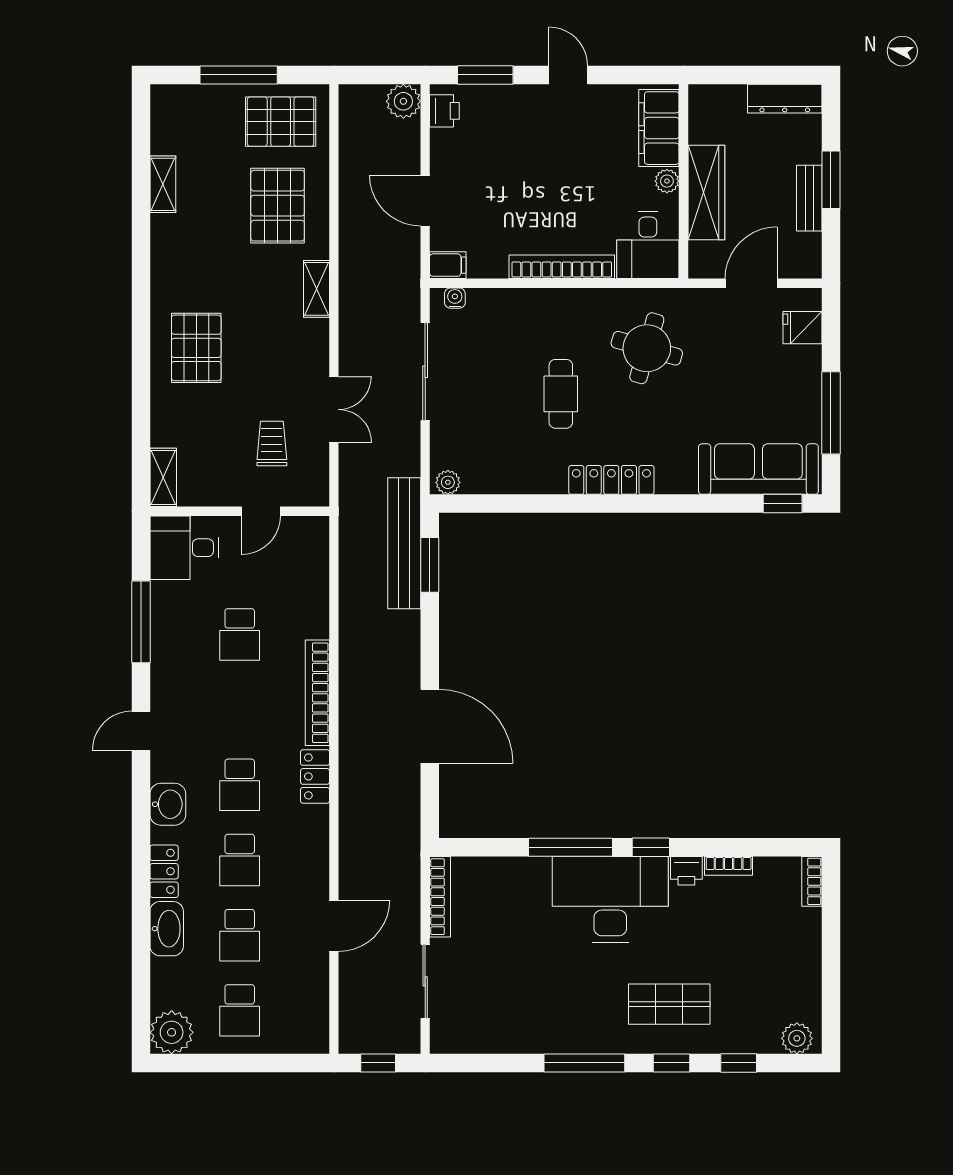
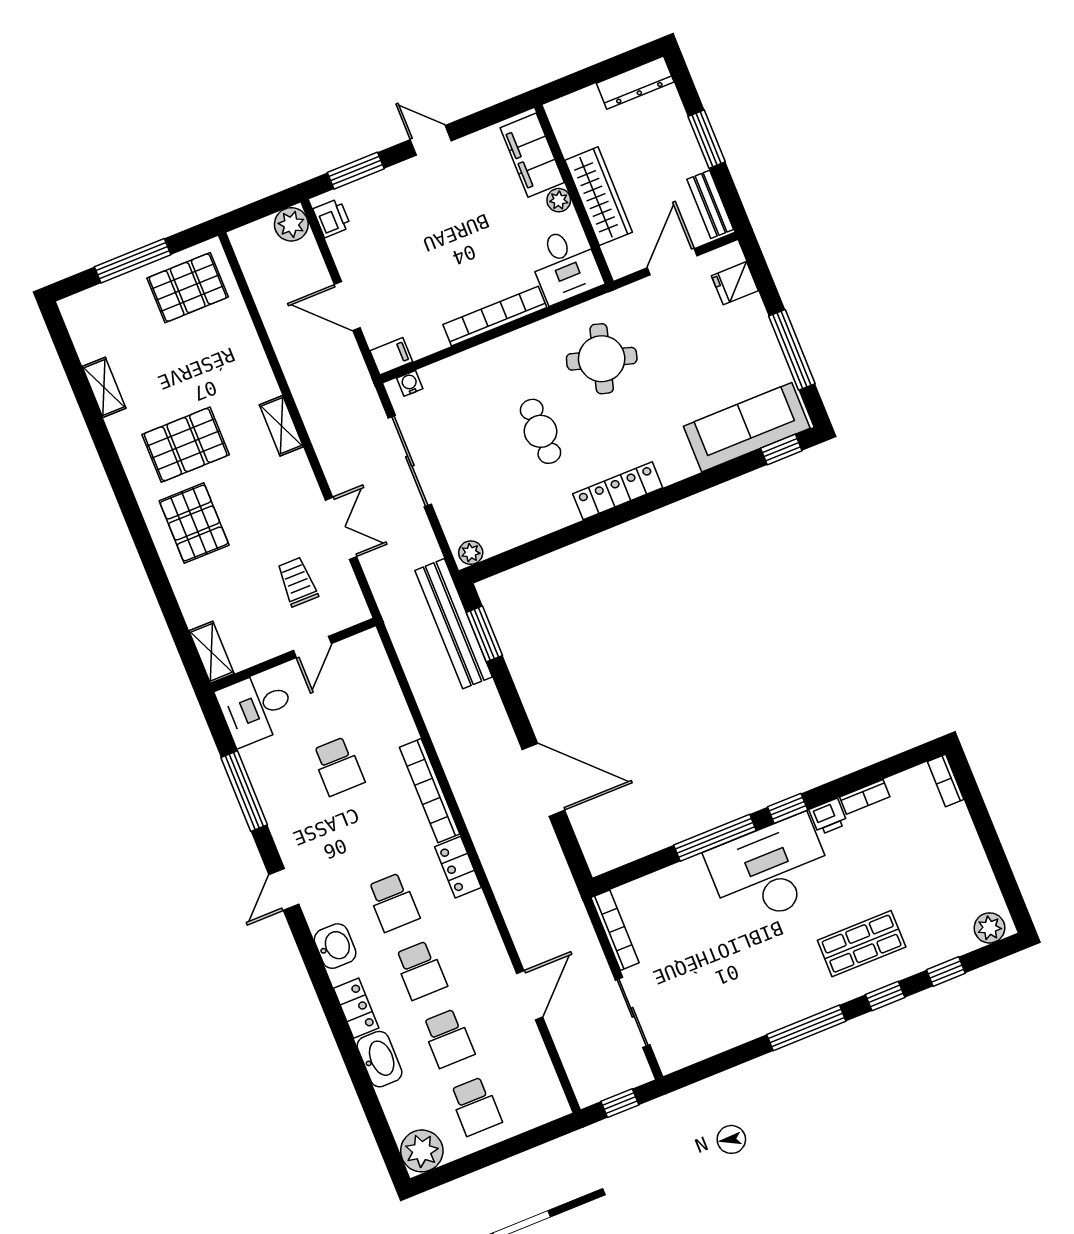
bench: (809, 198) -> (710, 204), moved
pallet: (278, 206) -> (186, 445), moved, turned 90

